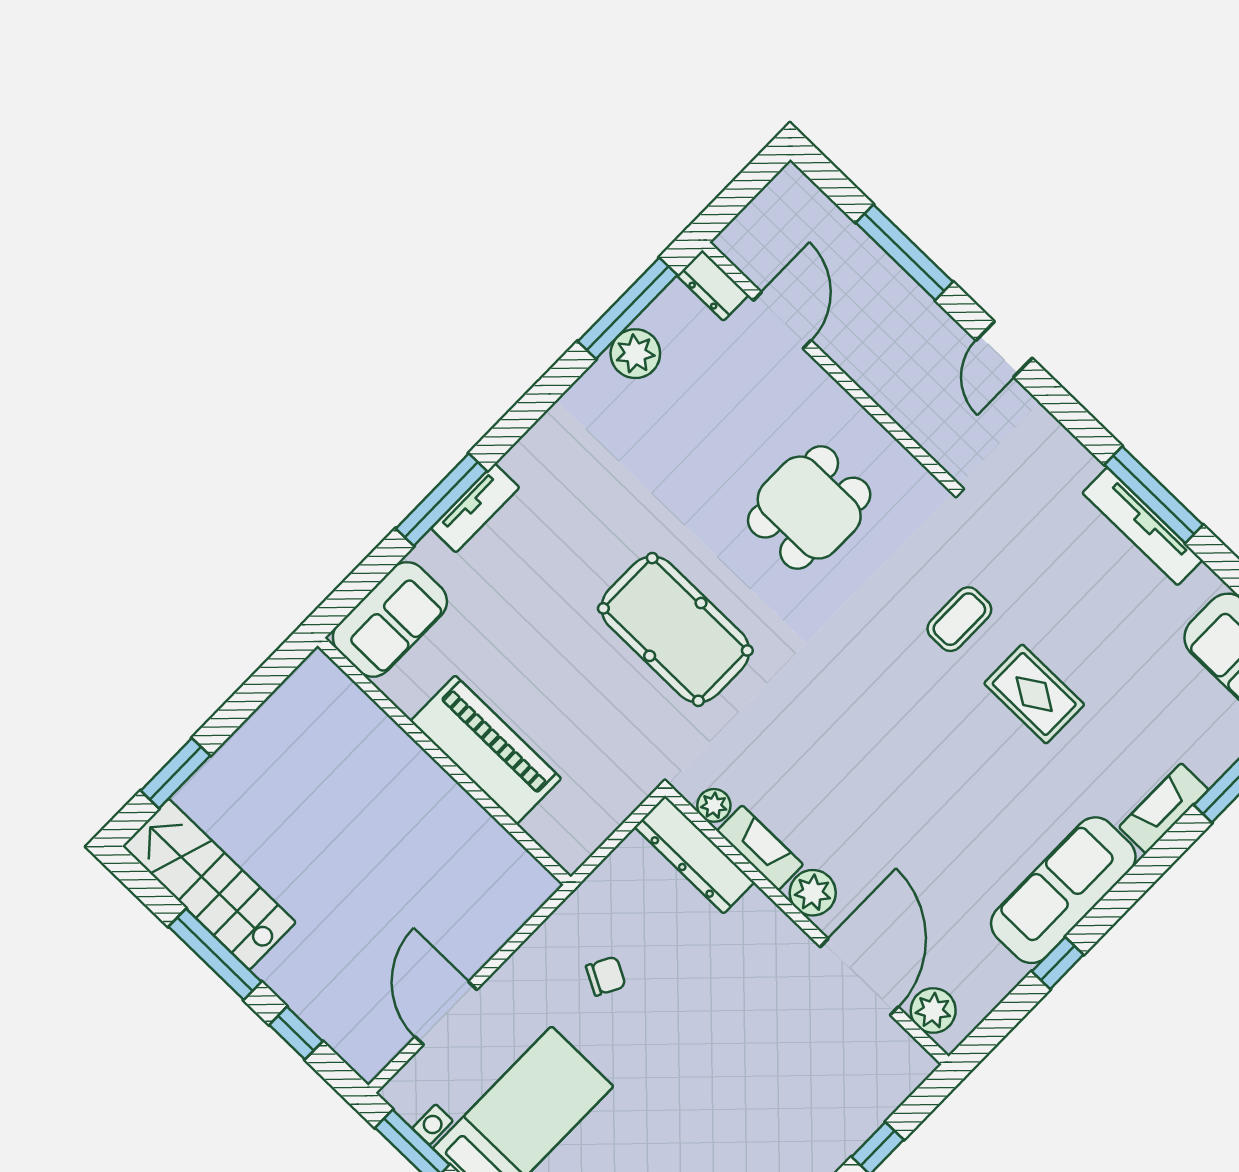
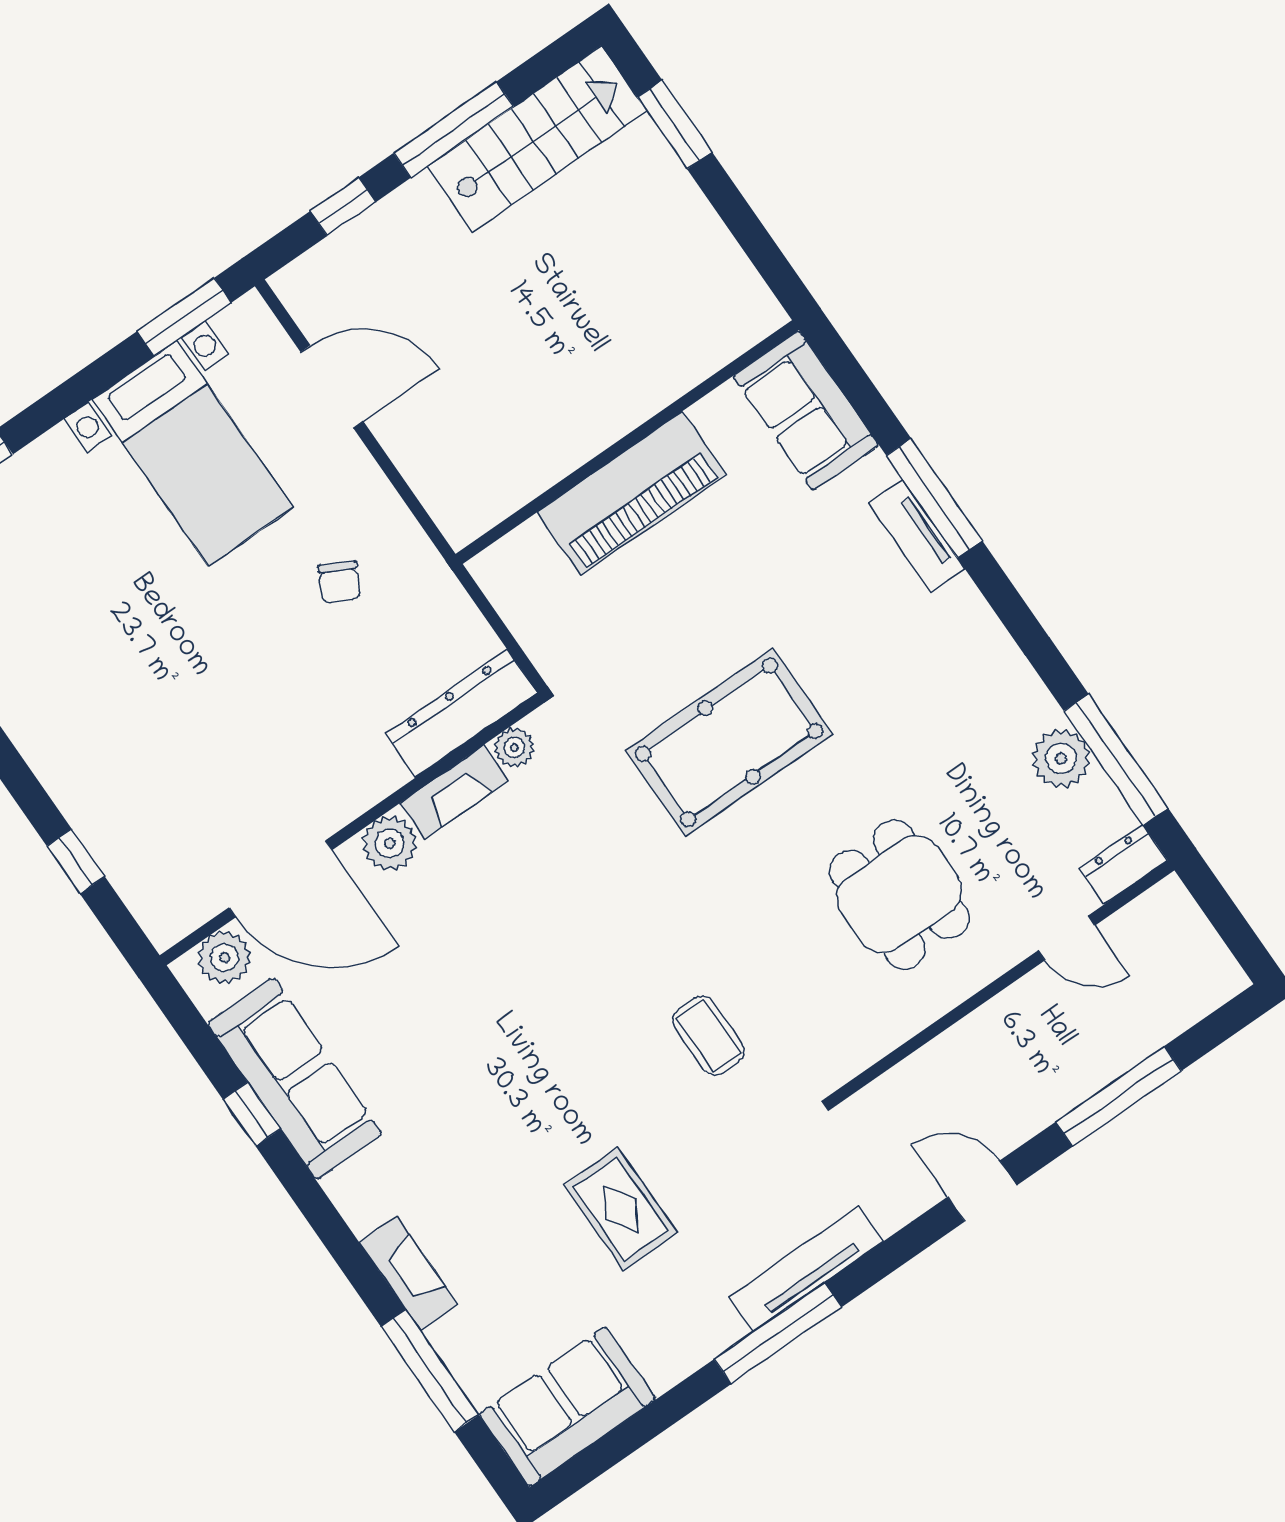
door: (782, 320) -> (1067, 938), width x0.73
dining table: (809, 508) -> (899, 894), moved
tv unit: (1142, 526) -> (806, 1269), moved
coffee table: (959, 619) -> (708, 1036), moved
rug: (1034, 694) -> (621, 1209), moved, turned 90
sofa: (1063, 890) -> (295, 1079), moved

